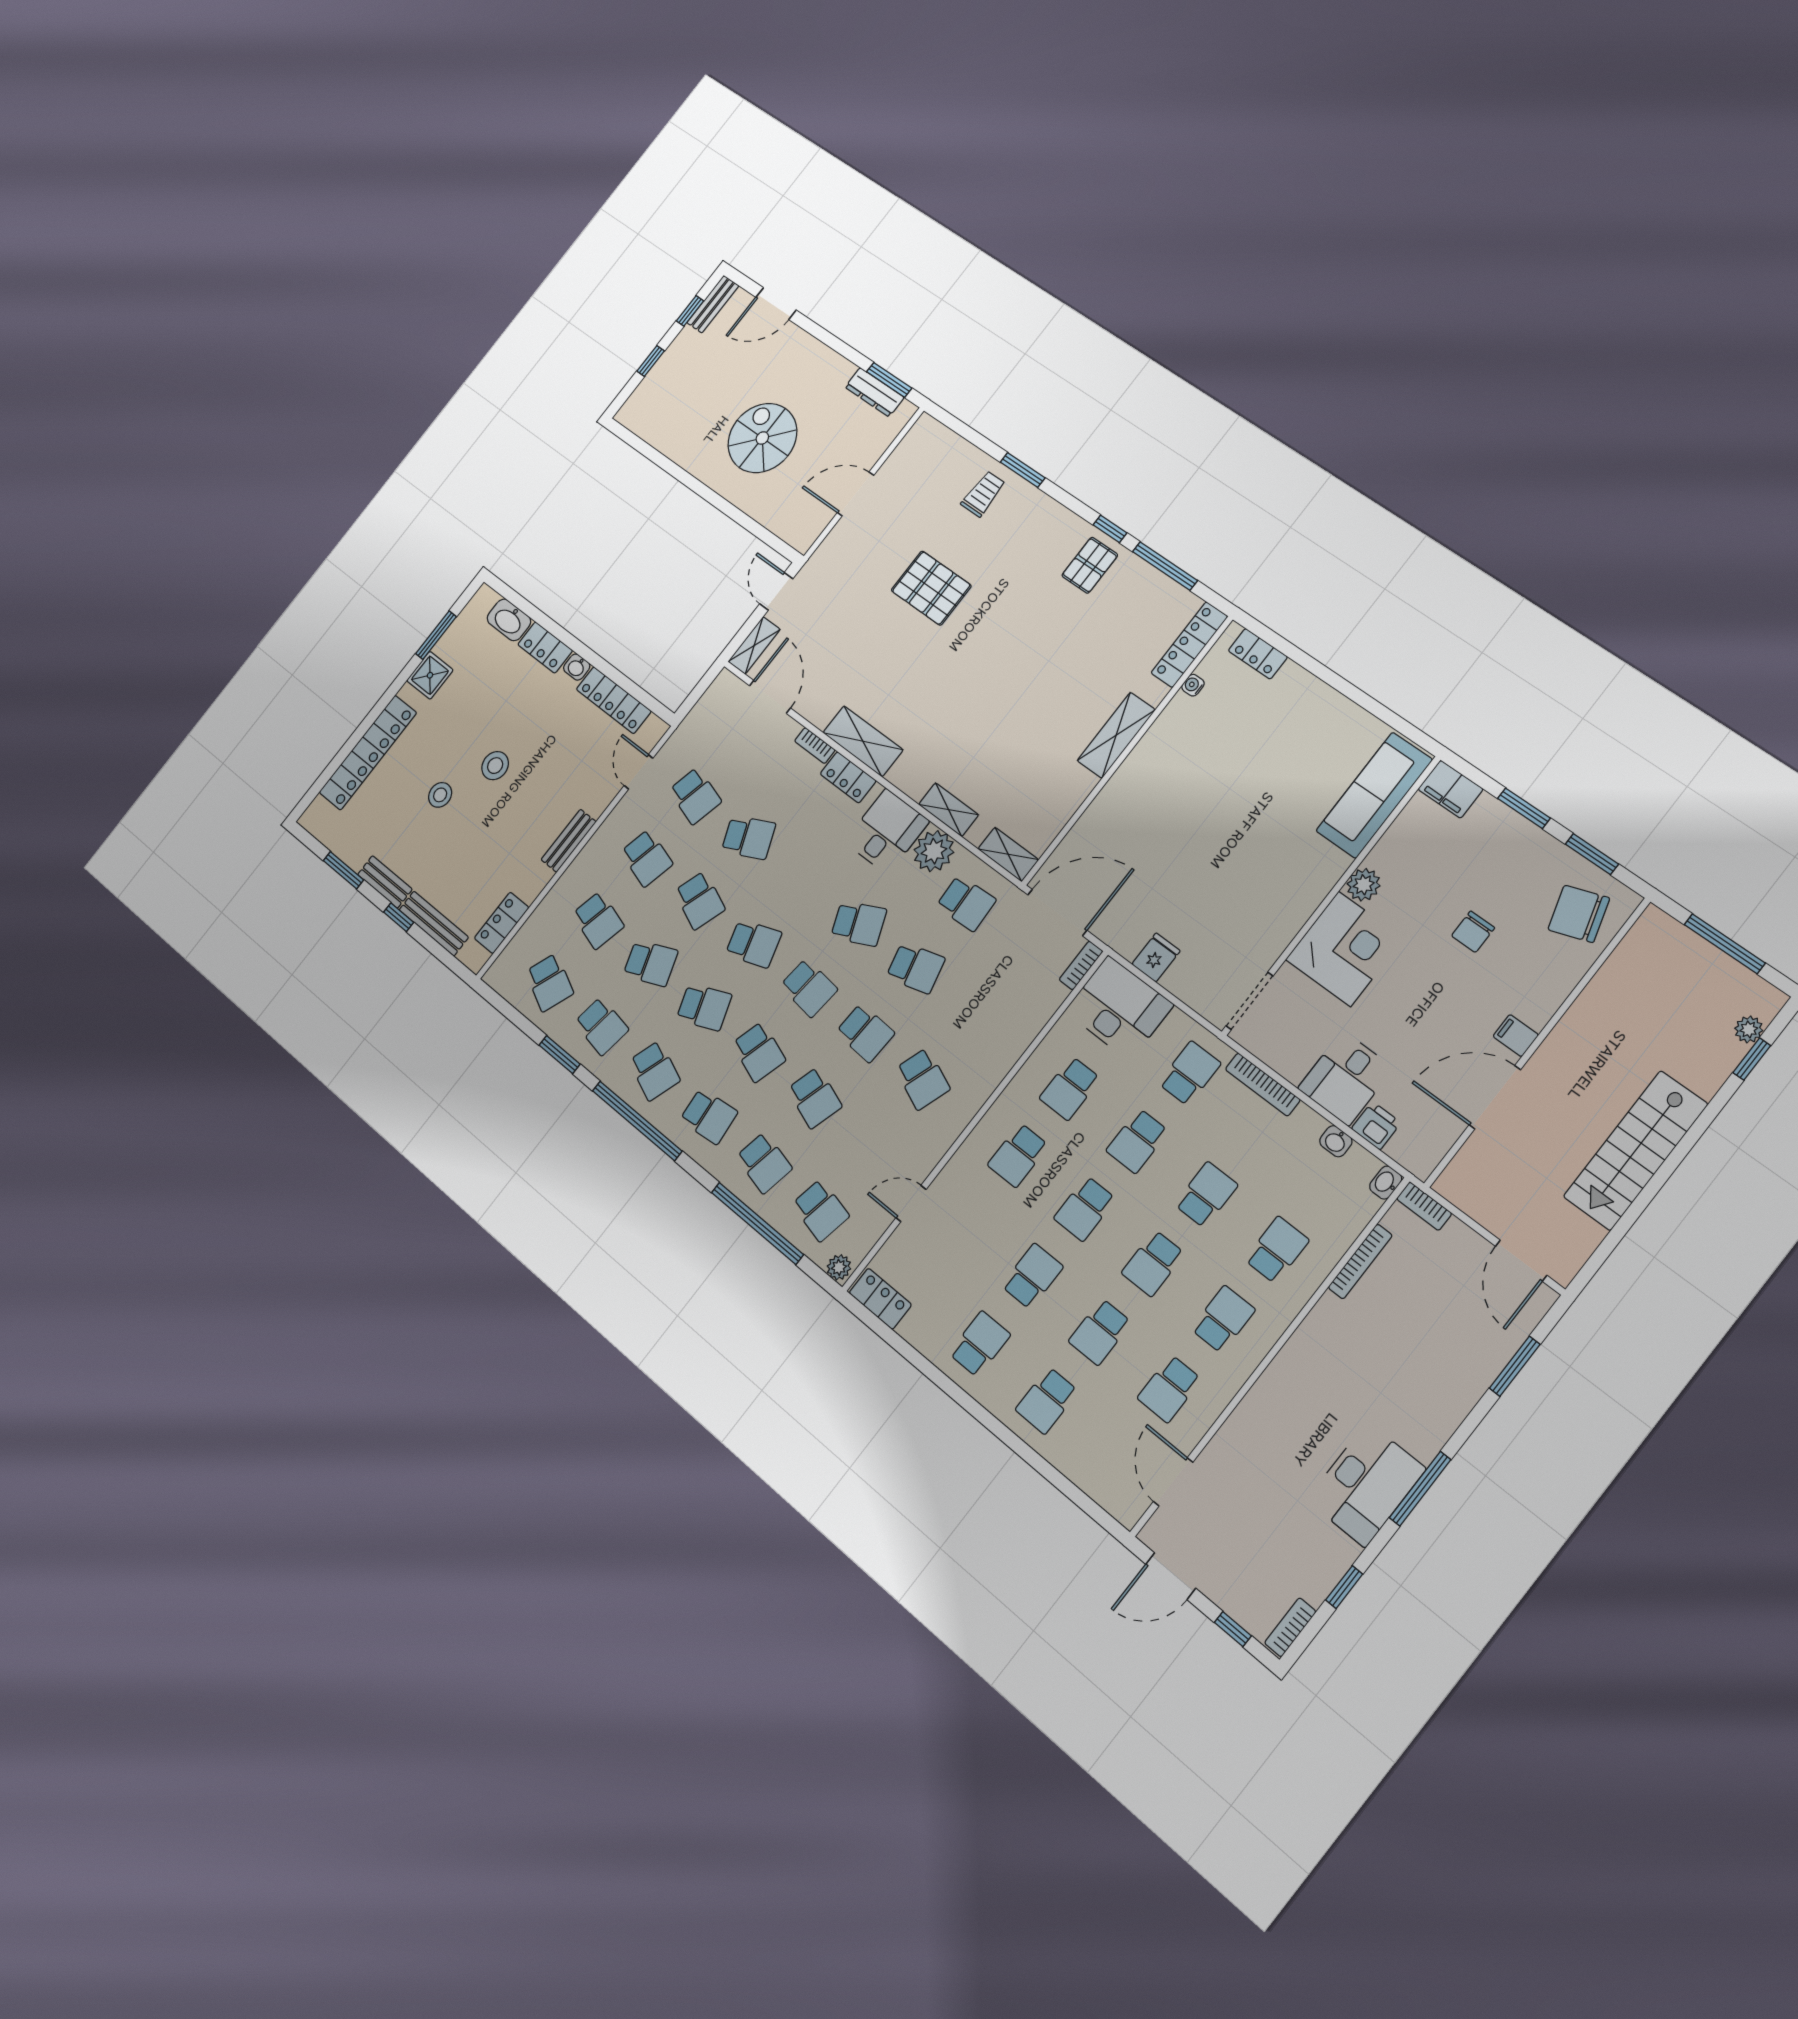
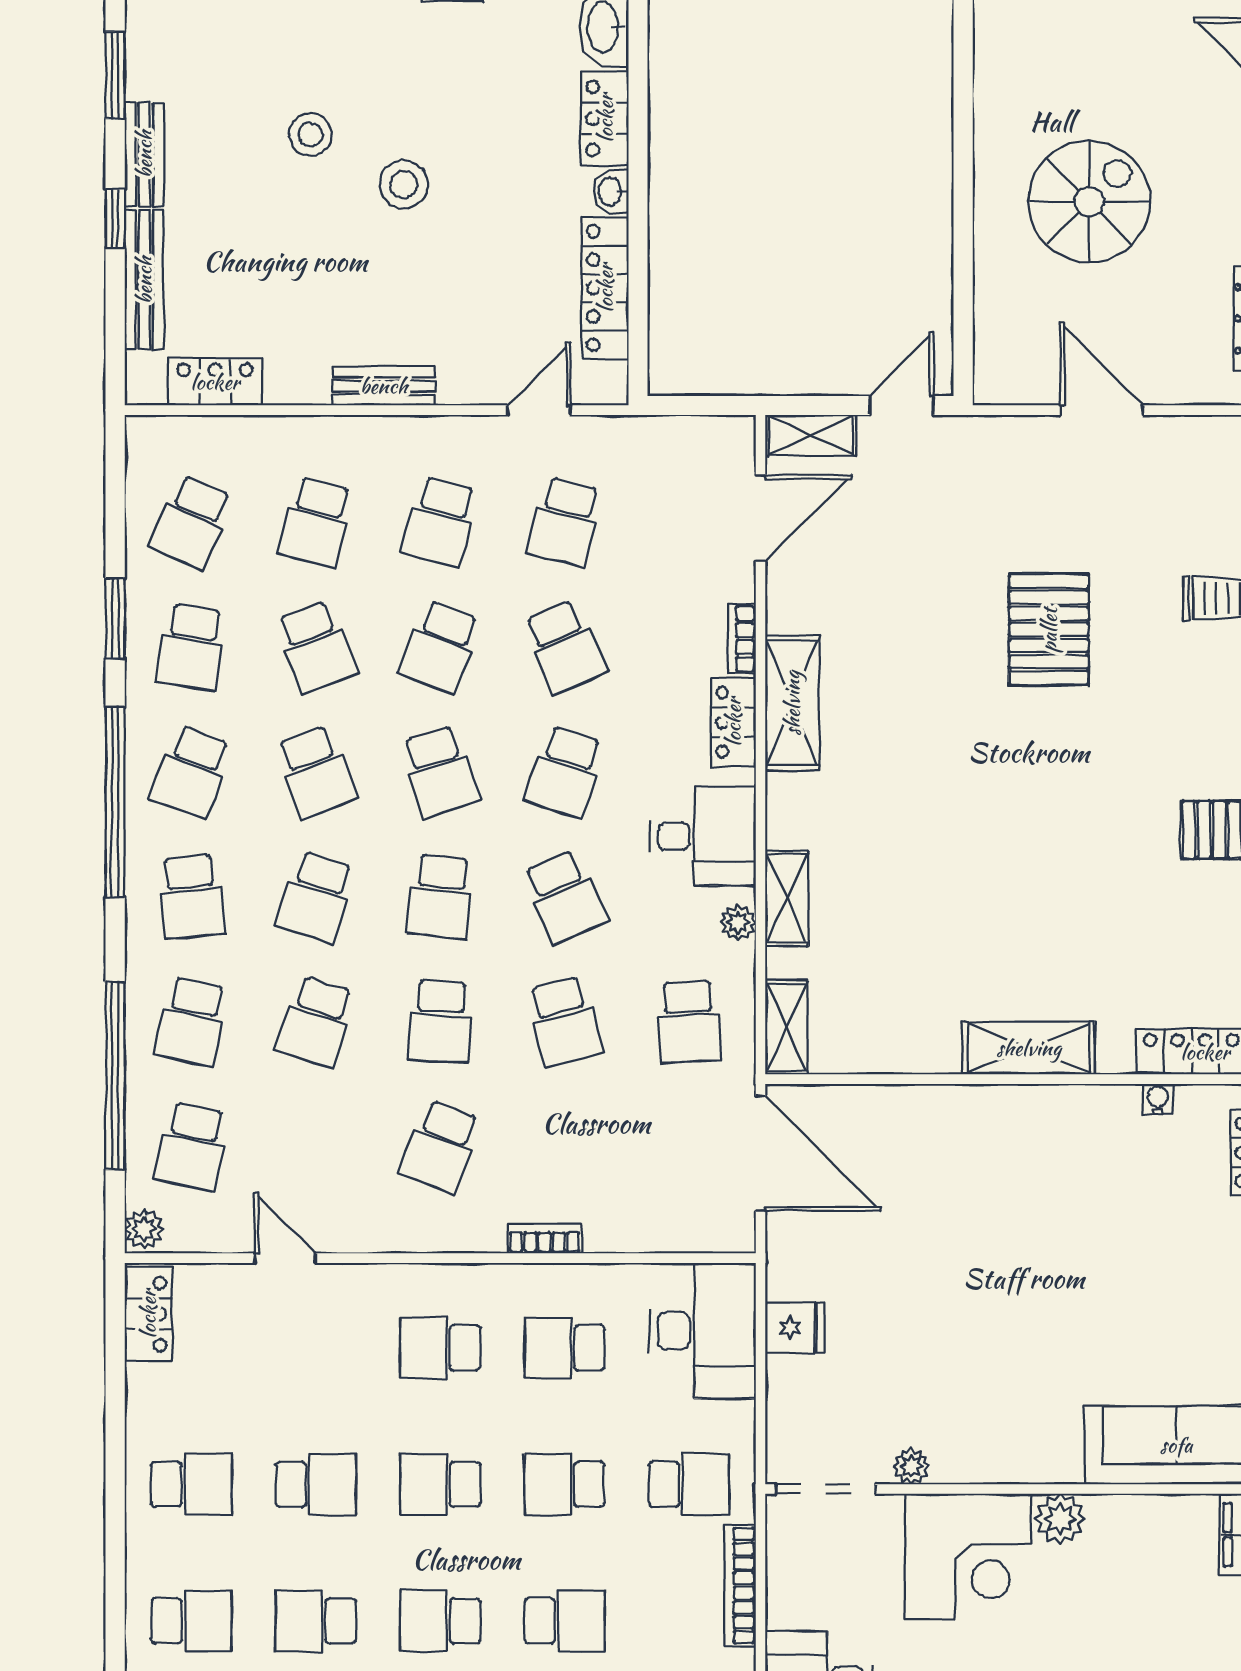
plant: (934, 851) -> (738, 922), width x0.53, depth x0.53
school desk: (803, 880) -> (565, 772), added
plant: (1274, 946) -> (911, 1466), added
bookcase: (1081, 965) -> (545, 1239), moved
school desk: (1047, 1400) -> (191, 1621), turned 180

